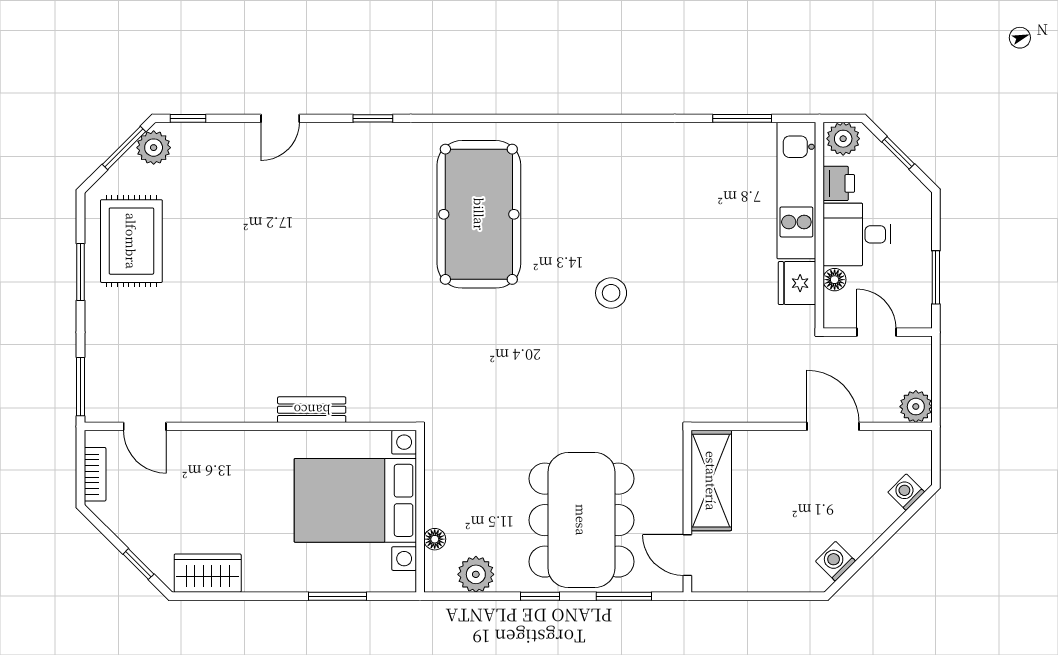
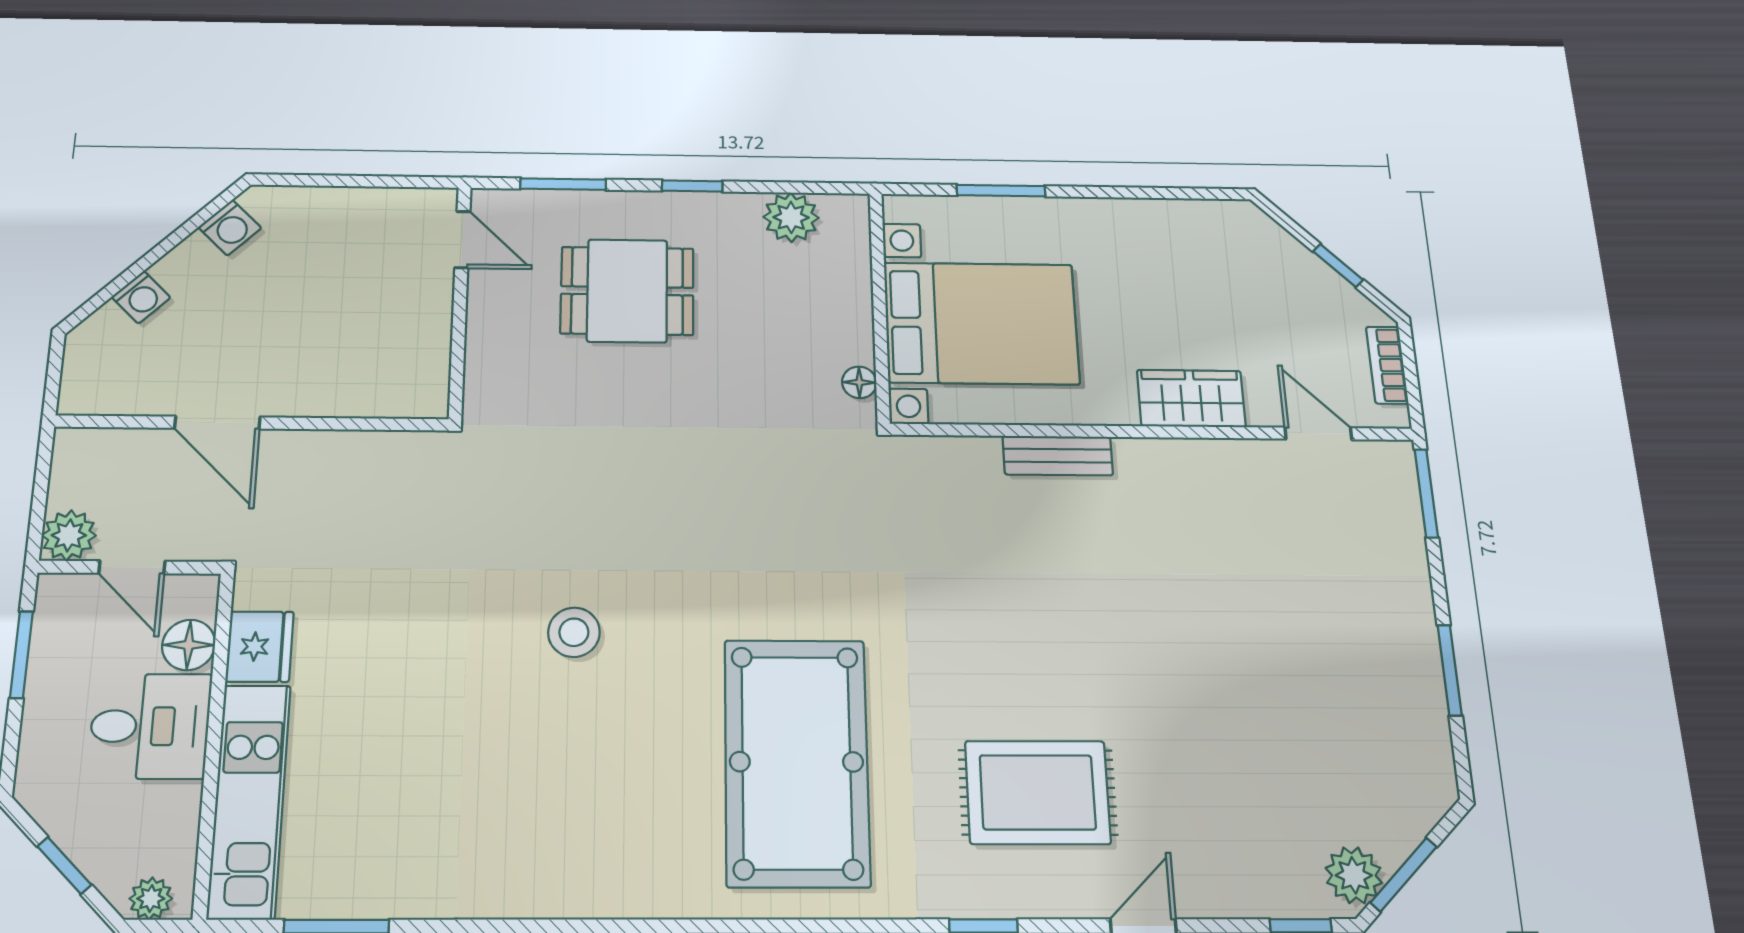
plant: (843, 139) -> (151, 899), width x0.73, depth x0.73
printer: (839, 183) -> (174, 813), removed
rug: (131, 241) -> (1038, 792), moved, turned 90
floor lamp: (835, 280) -> (189, 645), width x1.37, depth x1.37
plant: (916, 407) -> (69, 535), moved
shelving: (711, 481) -> (420, 345), removed
washing machine: (906, 492) -> (141, 297), moved
dining table: (581, 520) -> (627, 291), width x0.53, depth x0.80
floor lamp: (435, 539) -> (859, 382), moved
window: (138, 564) -> (1338, 266), moved
wardrobe: (208, 573) -> (1191, 398), moved, turned 180

